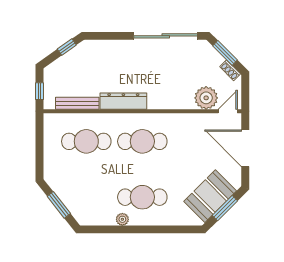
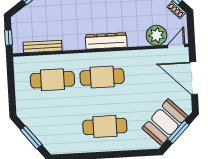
dresser: (123, 101) -> (106, 41), moved
plant: (122, 219) -> (88, 147), removed

